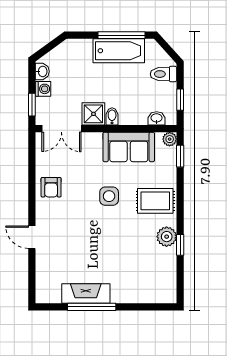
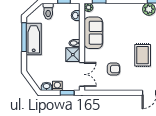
armchair: (51, 187) -> (113, 69), moved
side table: (109, 196) -> (124, 45), removed
rug: (155, 201) -> (143, 55), moved

